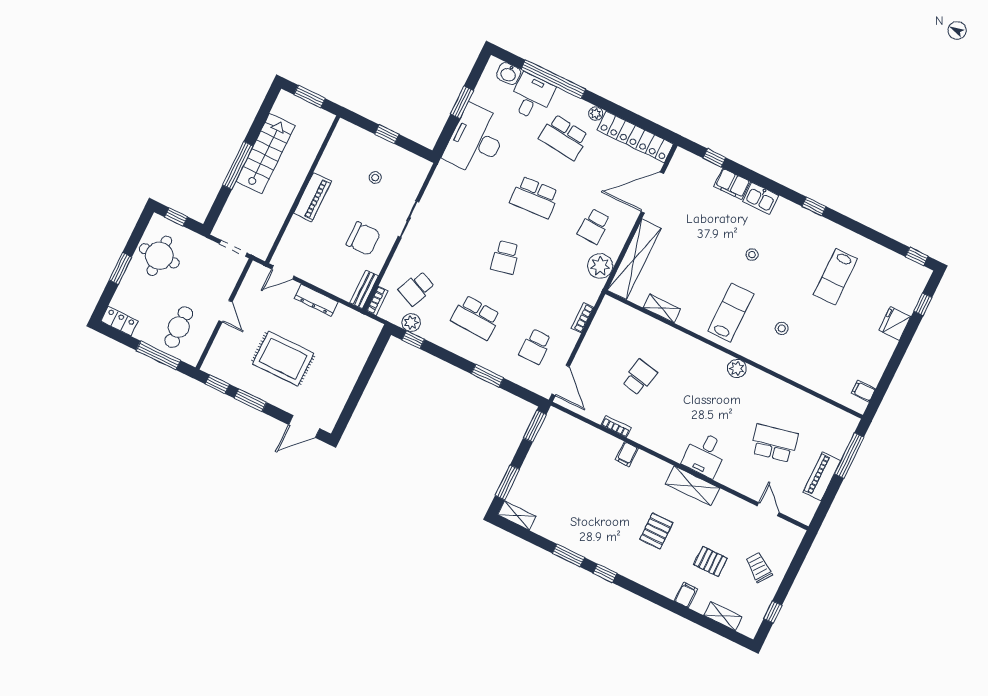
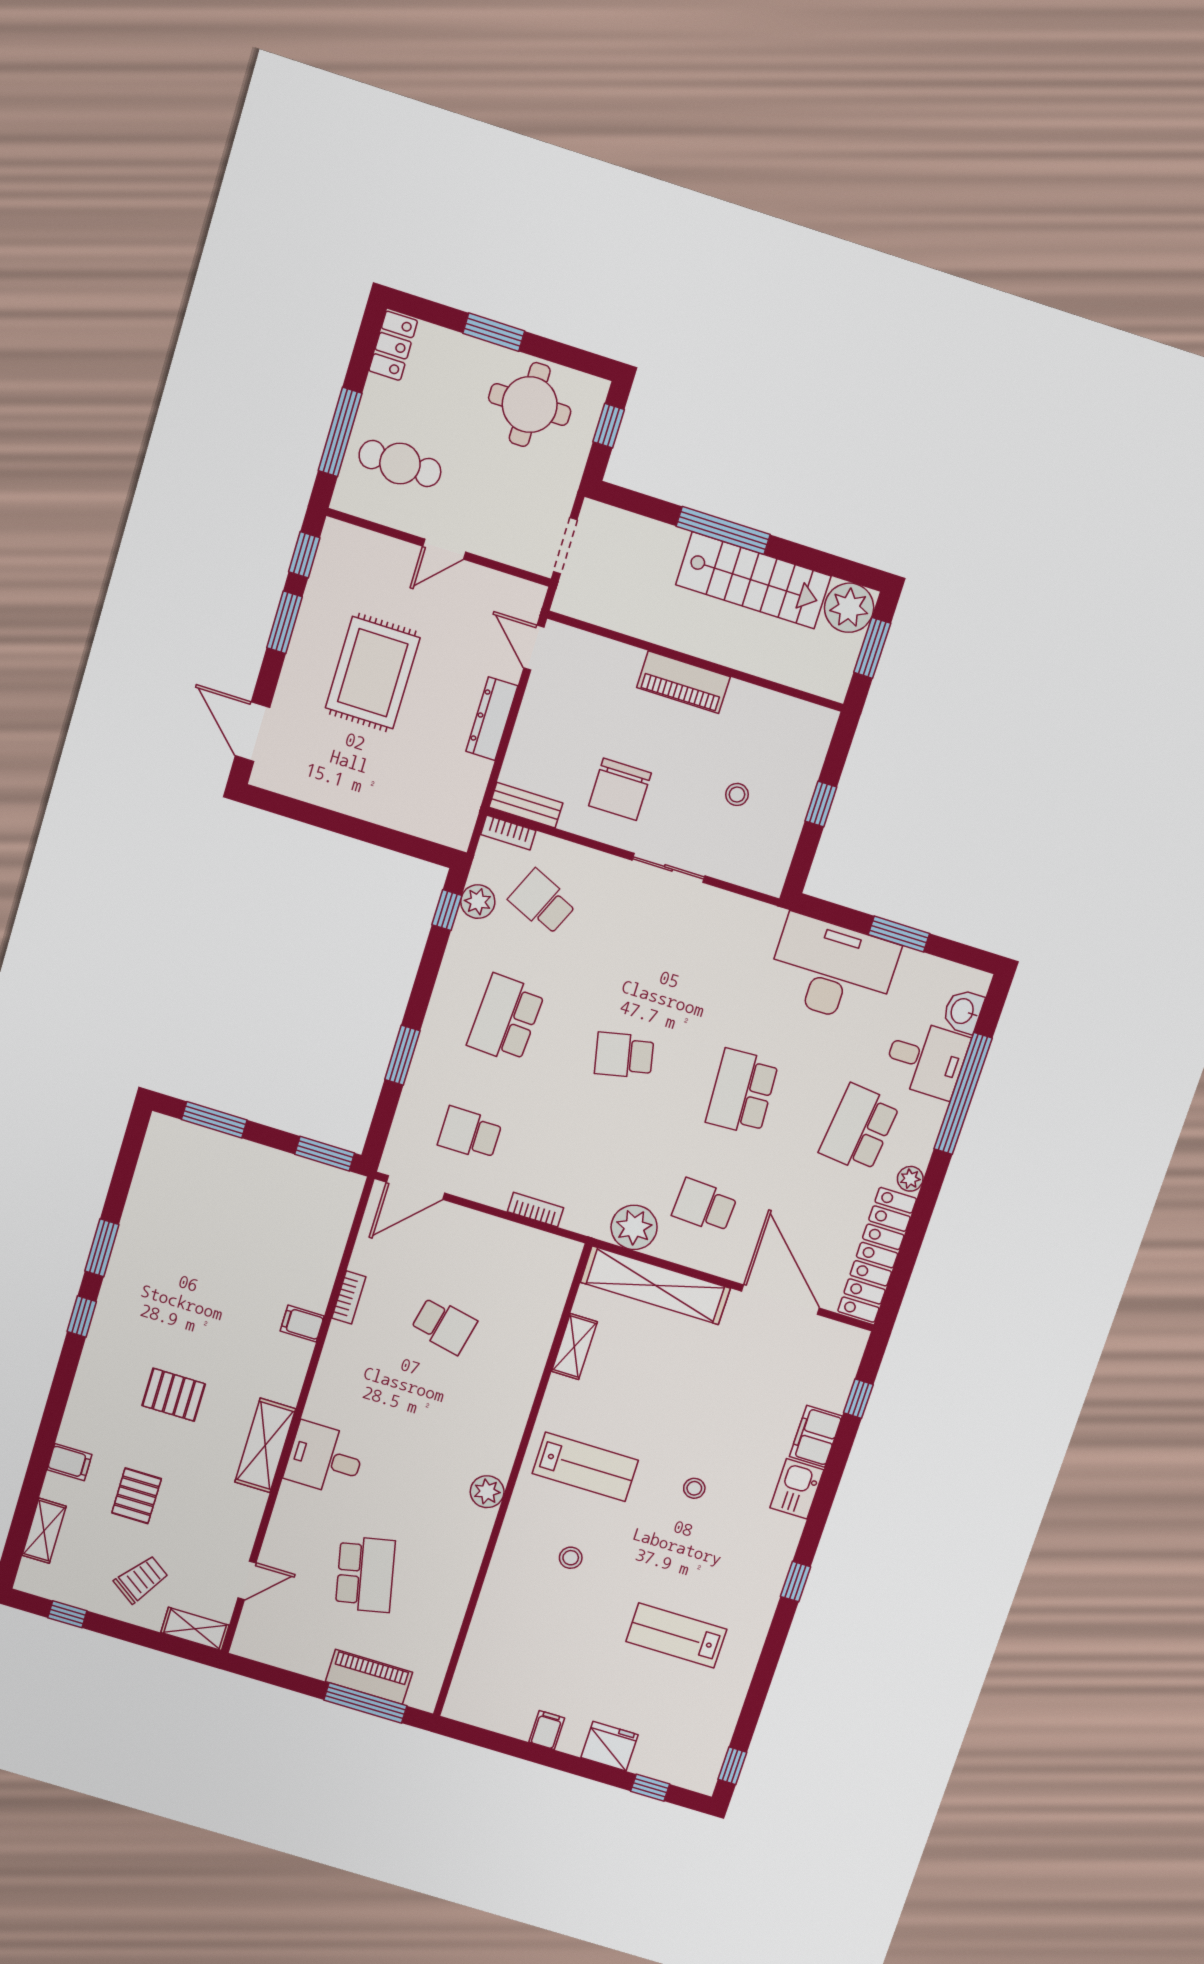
plant: (287, 106) -> (849, 608), added
filing cabinet: (864, 391) -> (547, 1730), moved
piano: (822, 476) -> (369, 1677), moved
shelving: (517, 516) -> (195, 1629), moved, turned 90

